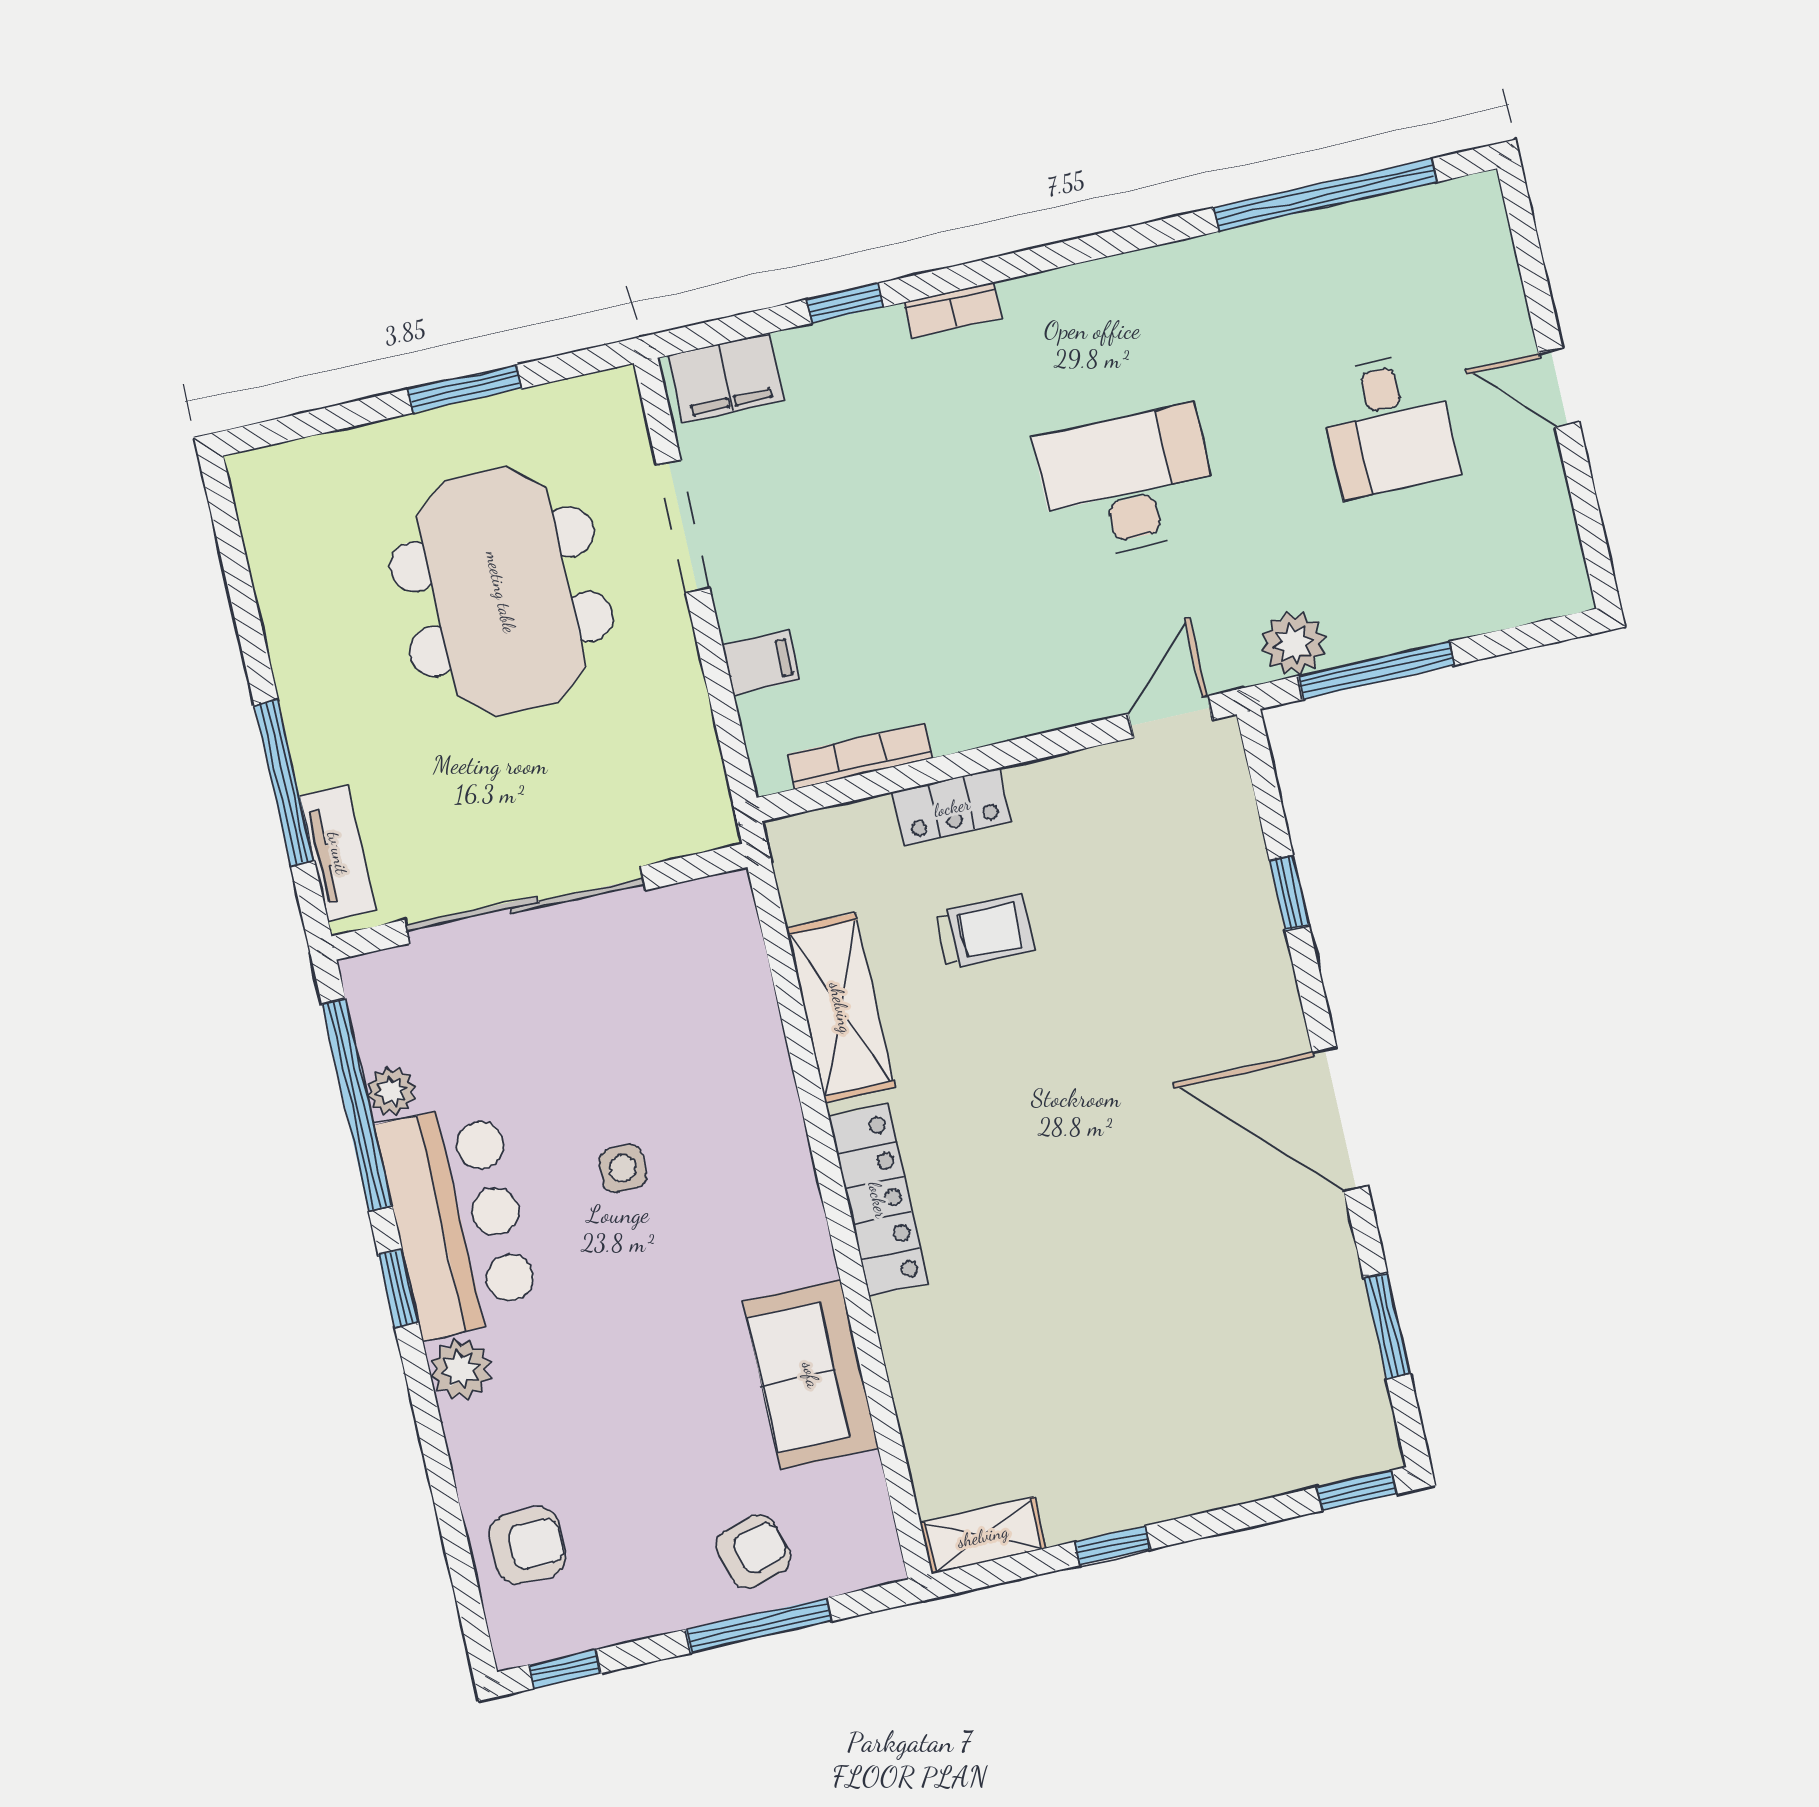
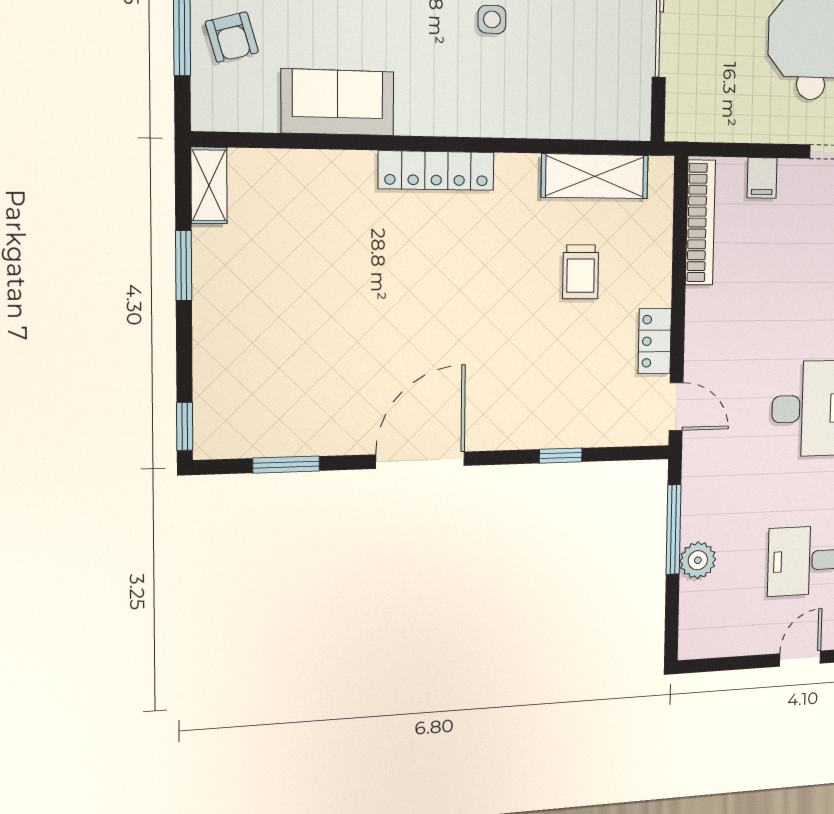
plant: (1293, 644) -> (698, 560), moved
bookcase: (860, 756) -> (700, 223), width x1.48, depth x1.31
locker: (952, 807) -> (655, 341), moved
shelving: (841, 1008) -> (595, 176), moved
window: (1112, 1546) -> (184, 266), width x1.50

